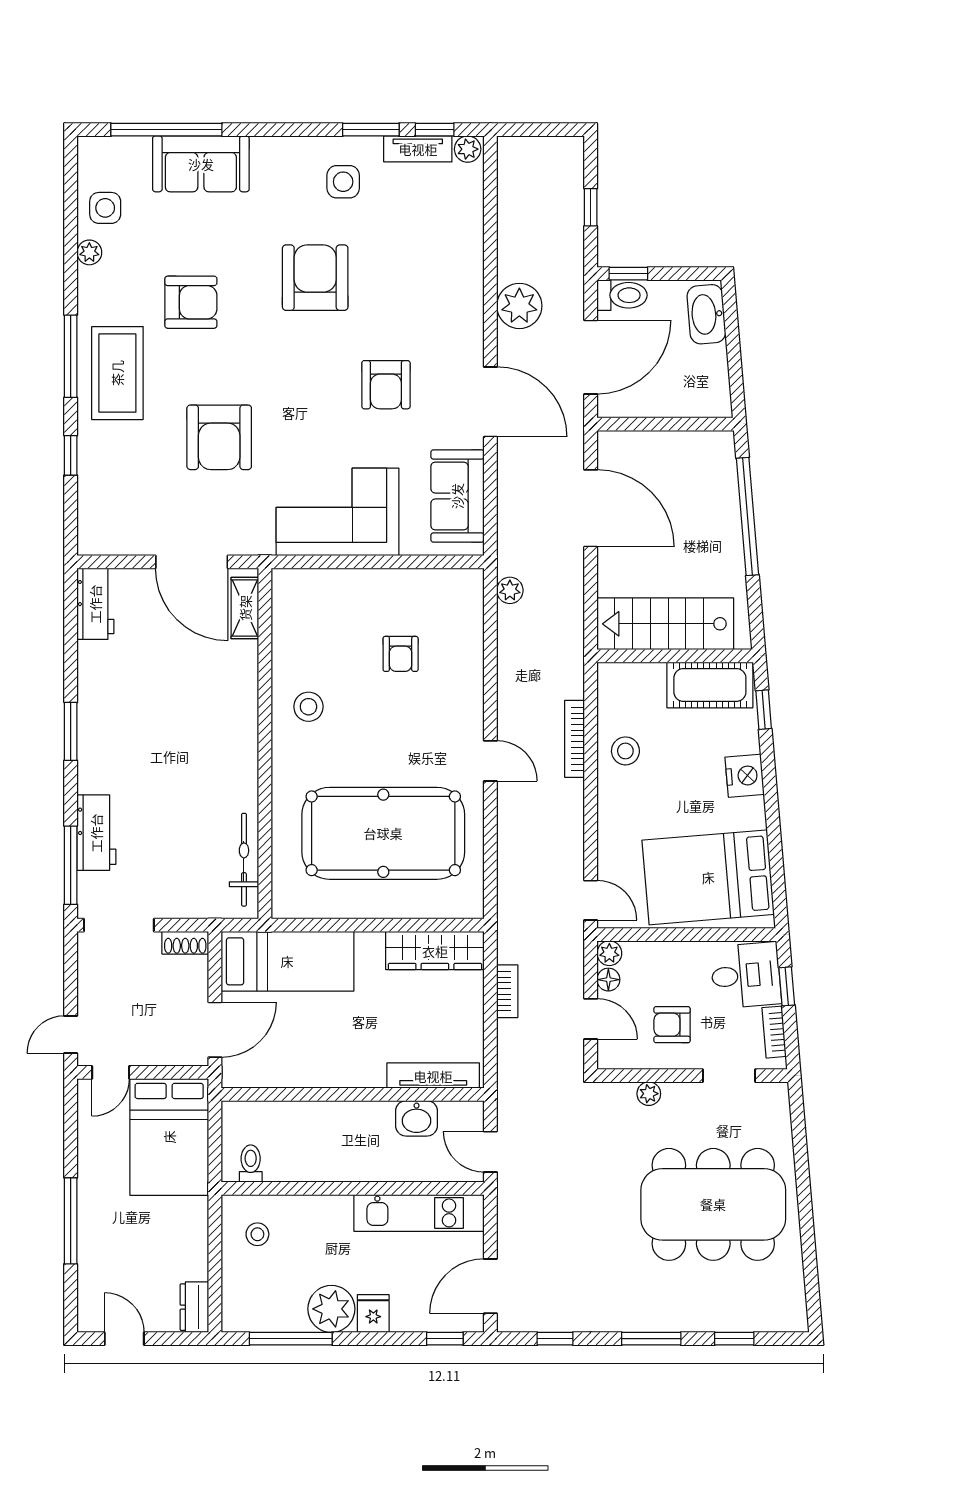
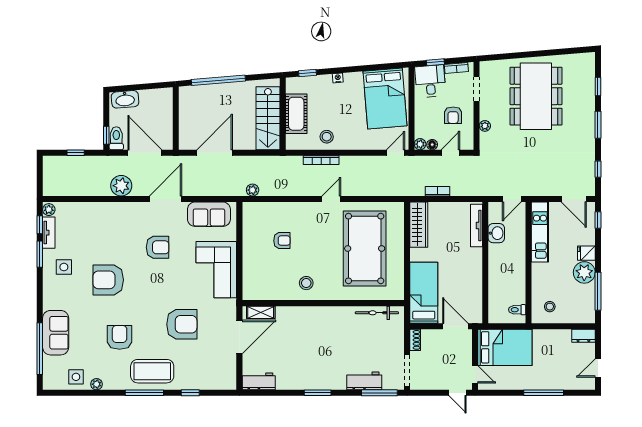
cot: (710, 685) -> (296, 114), moved
nightstand: (745, 776) -> (338, 78), width x0.53, depth x0.56

